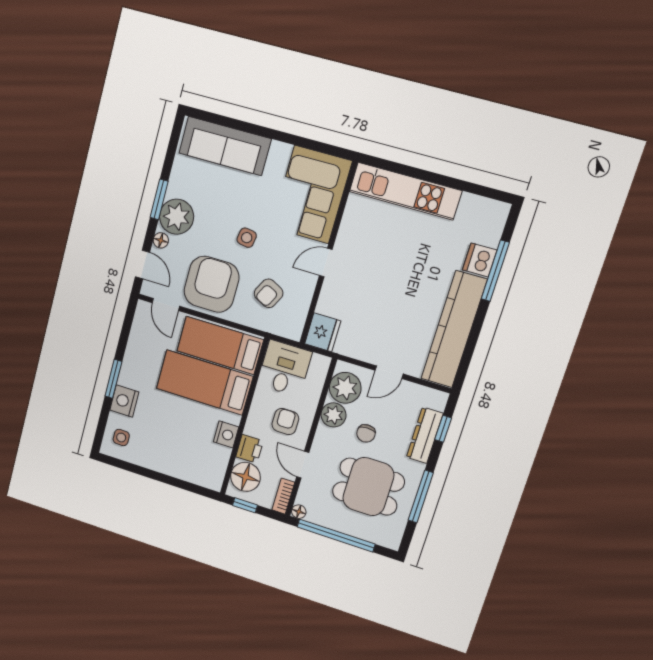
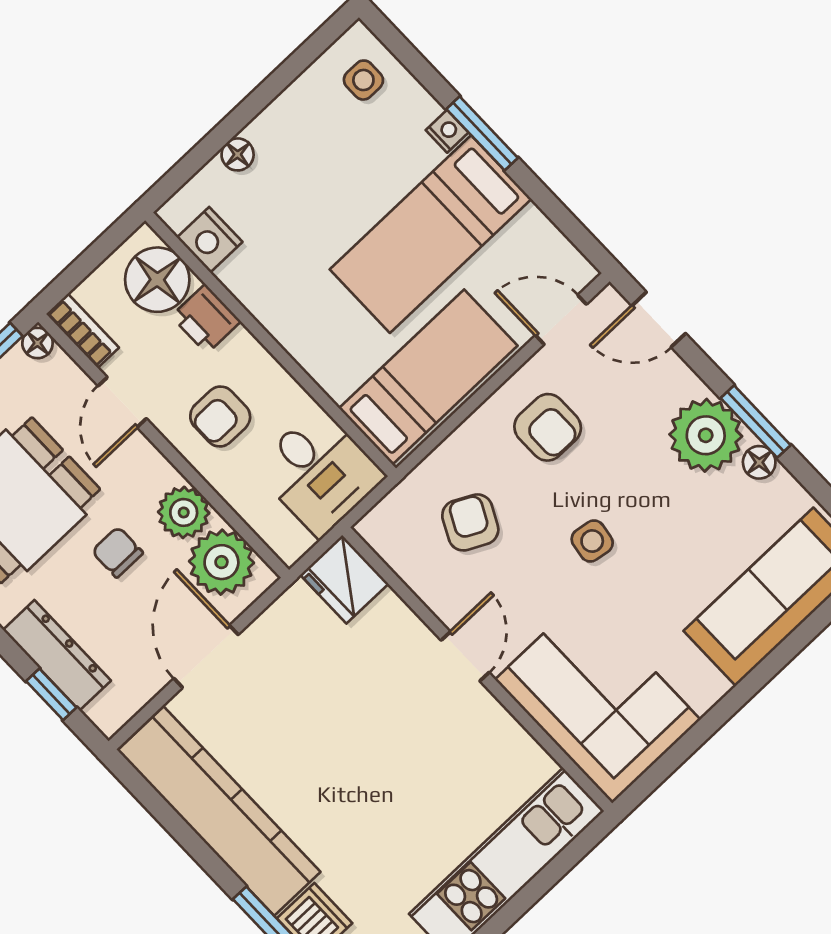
floor lamp: (161, 240) -> (759, 462), moved
armchair: (211, 284) -> (548, 427), width x0.53, depth x0.53
door: (389, 372) -> (206, 656), width x1.38
bed: (204, 382) -> (431, 234), moved, turned 180
nightstand: (124, 401) -> (447, 131), width x0.53, depth x0.56
armchair: (285, 422) -> (220, 416), turned 90
nightstand: (226, 434) -> (210, 240), moved
door: (303, 465) -> (122, 402), swing flipped
floor lamp: (178, 471) -> (238, 154), added
window: (245, 505) -> (104, 246), removed

